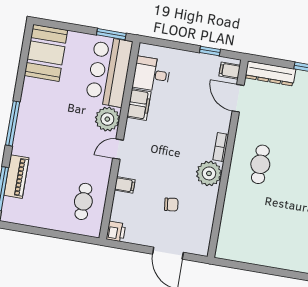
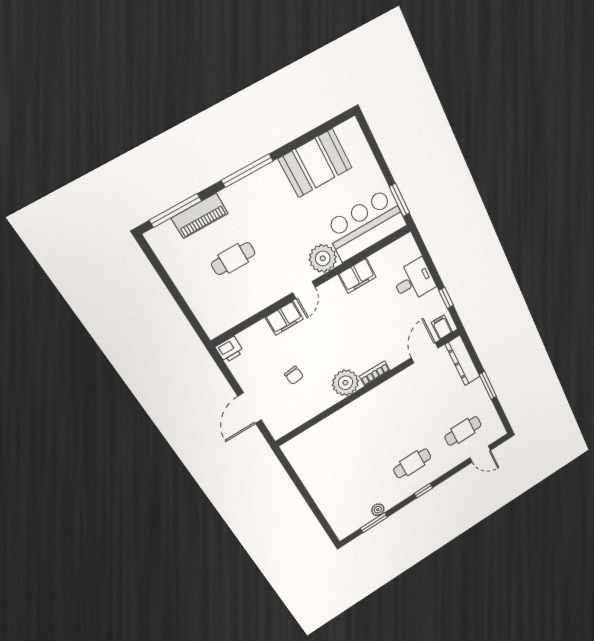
booth: (46, 53) -> (315, 163), moved
desk: (152, 74) -> (414, 281), moved, turned 90
door: (118, 149) -> (304, 290), swing flipped
cafe table: (260, 164) -> (385, 415), removed
filing cabinet: (125, 185) -> (284, 318), width x2.00
cafe table: (83, 201) -> (233, 259), moved

